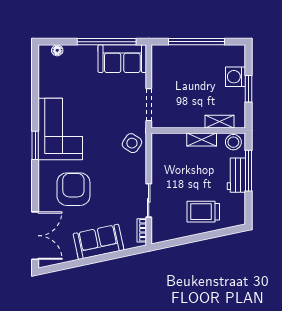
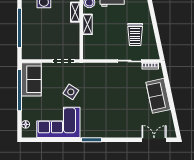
corner sofa: (60, 129) -> (58, 122), moved
side table: (132, 143) -> (71, 92), moved
armchair: (73, 189) -> (122, 113), removed
trolley: (203, 212) -> (135, 34), moved
double door: (35, 236) -> (154, 140), width x0.73

